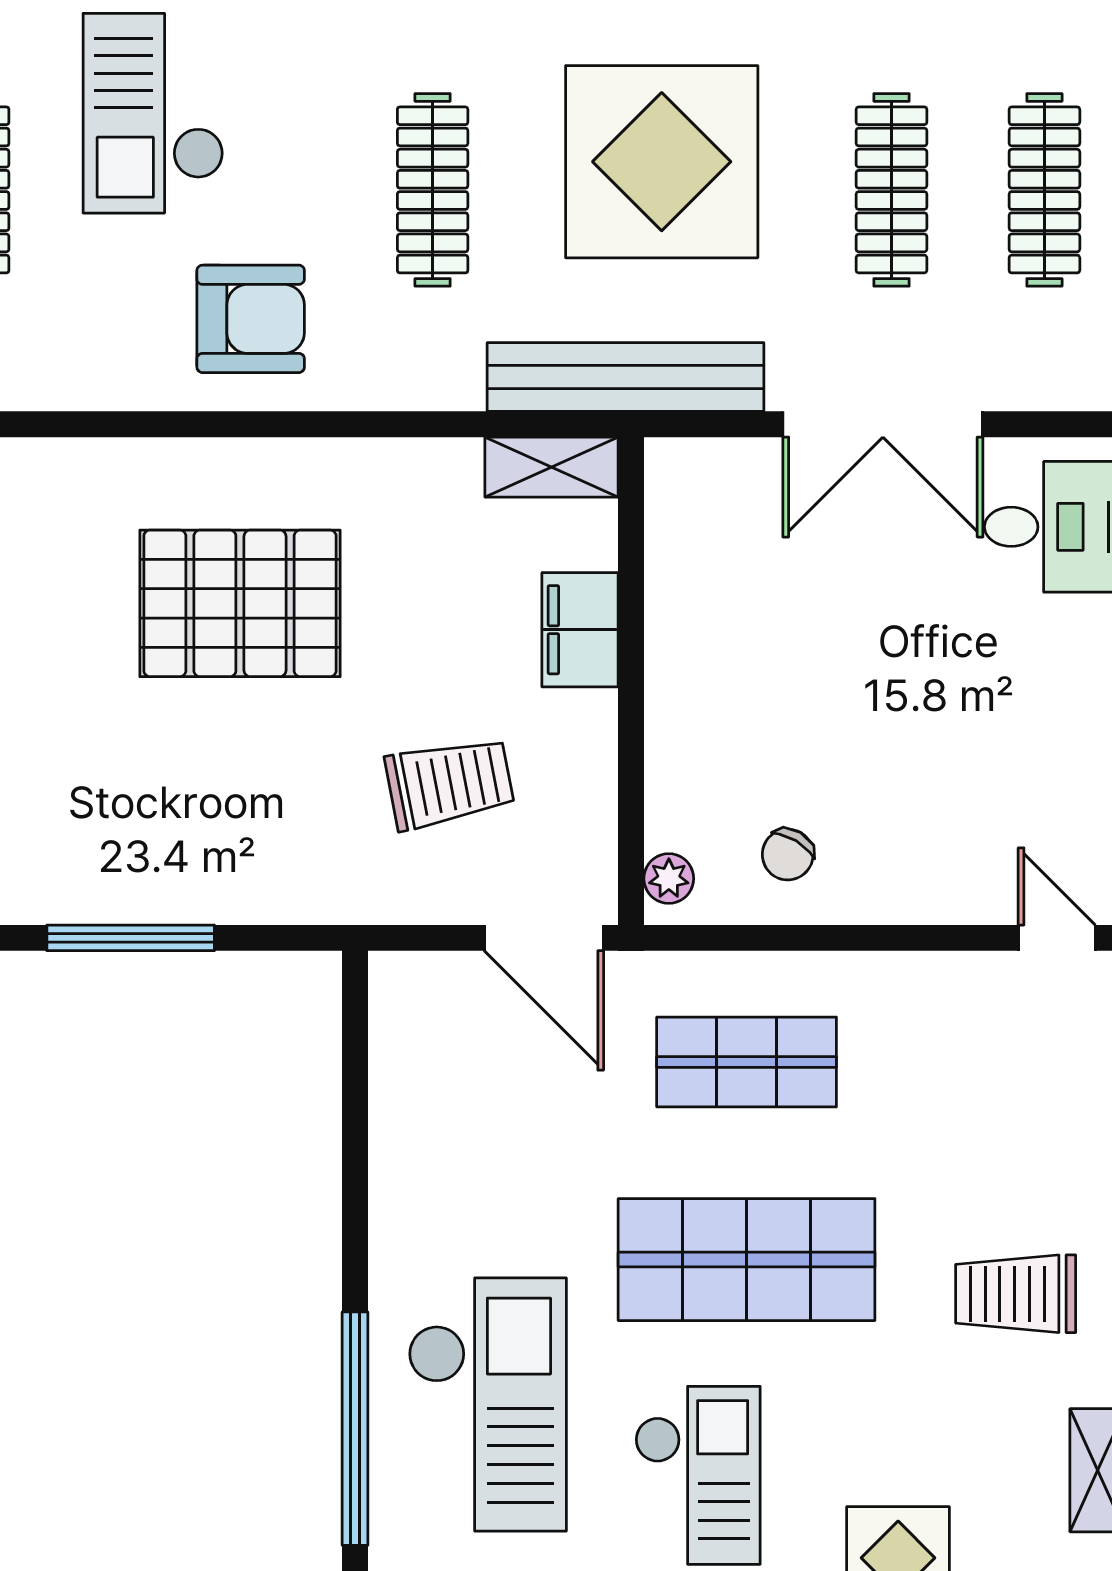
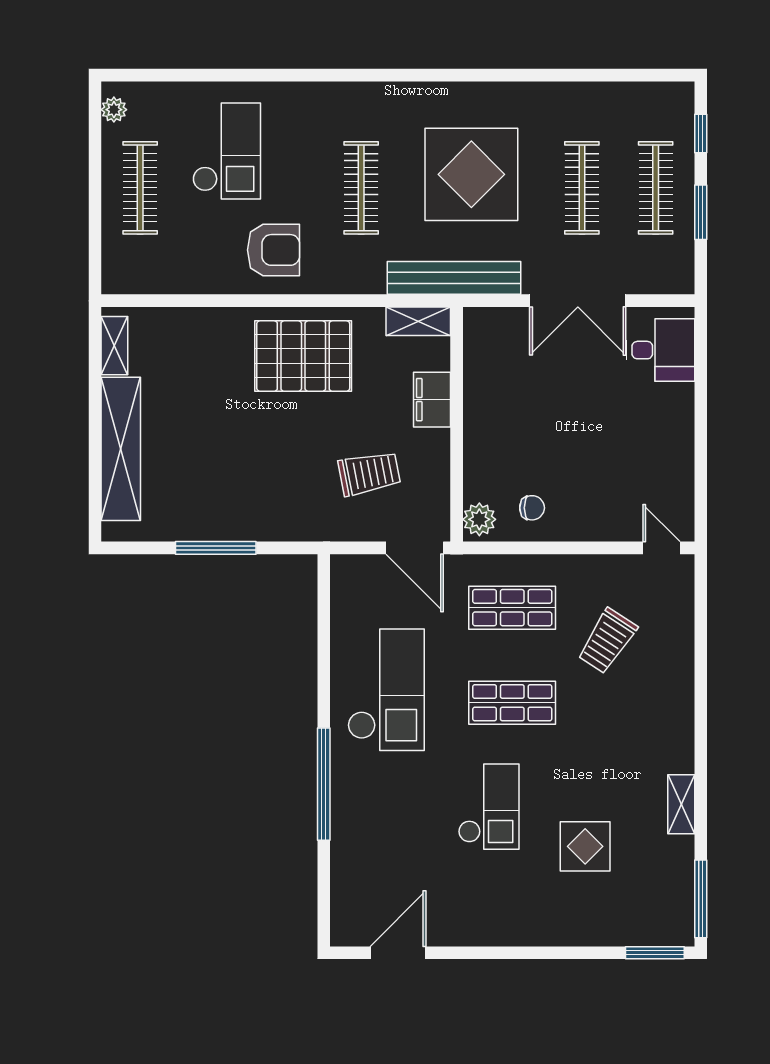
checkout: (153, 113) -> (227, 151), turned 180
pallet: (240, 603) -> (303, 356), moved
chair: (788, 855) -> (532, 508), turned -121
plant: (669, 879) -> (479, 519), width x1.38, depth x1.38
shop shelf: (747, 1260) -> (512, 703), width x0.70, depth x0.74
trolley: (1016, 1294) -> (607, 641), moved, turned -57
checkout: (487, 1405) -> (386, 690), moved

